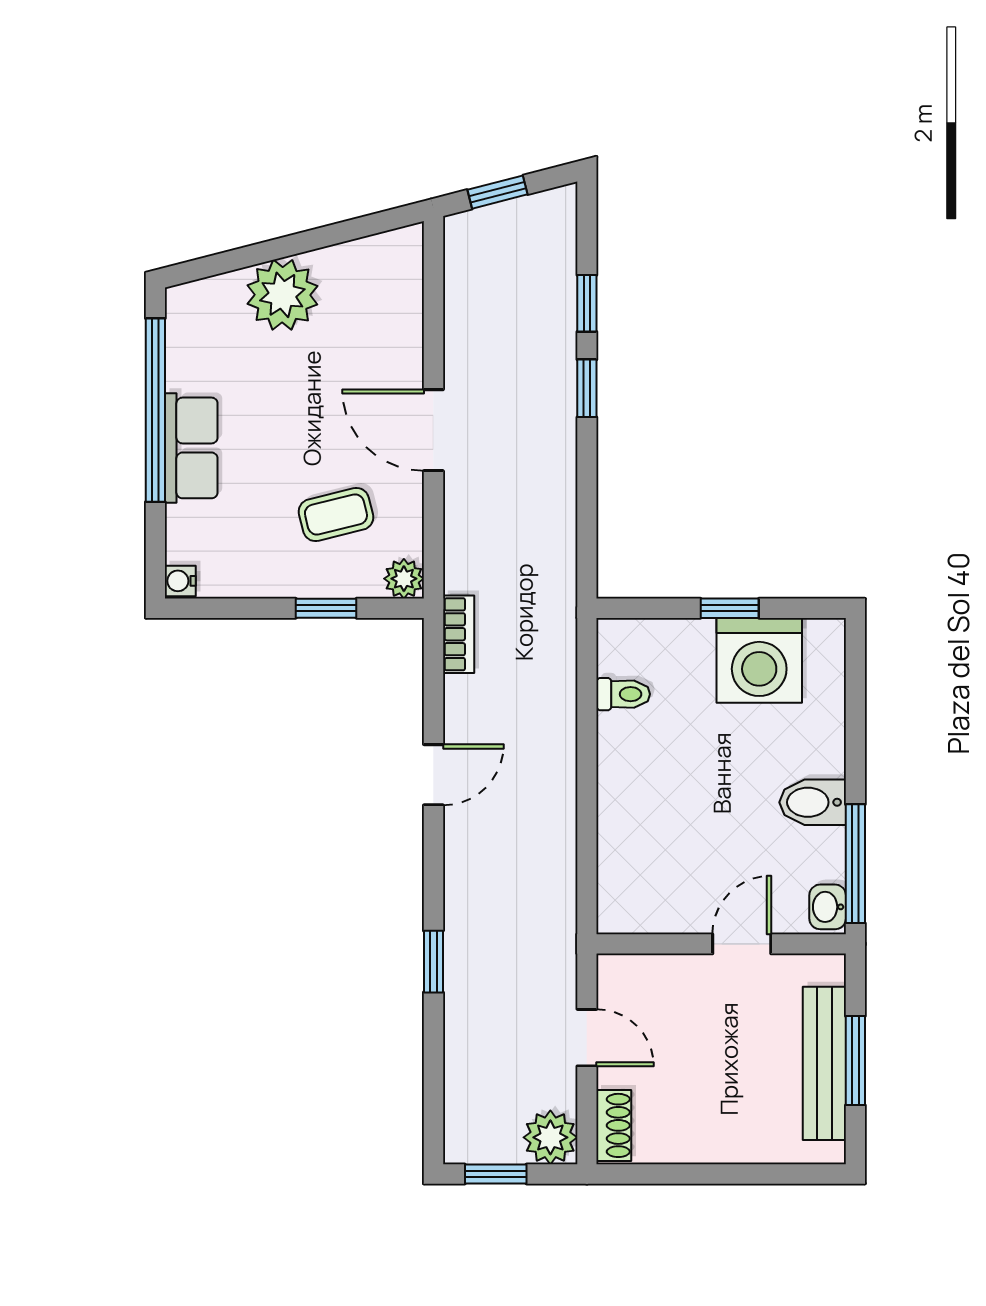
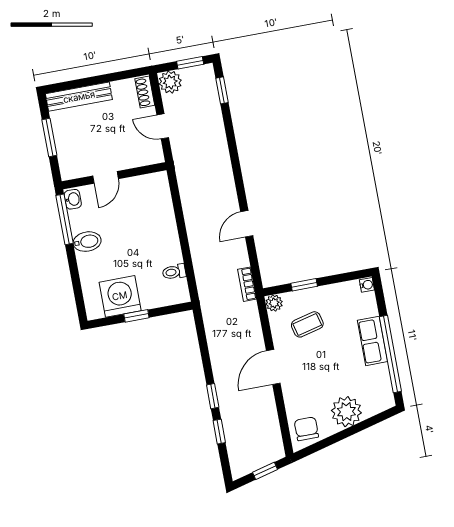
chair: (383, 272) -> (306, 429), added
door: (433, 430) -> (273, 367), swing flipped
window: (433, 962) -> (222, 90), moved
bench: (824, 1063) -> (79, 97), moved, turned 90

